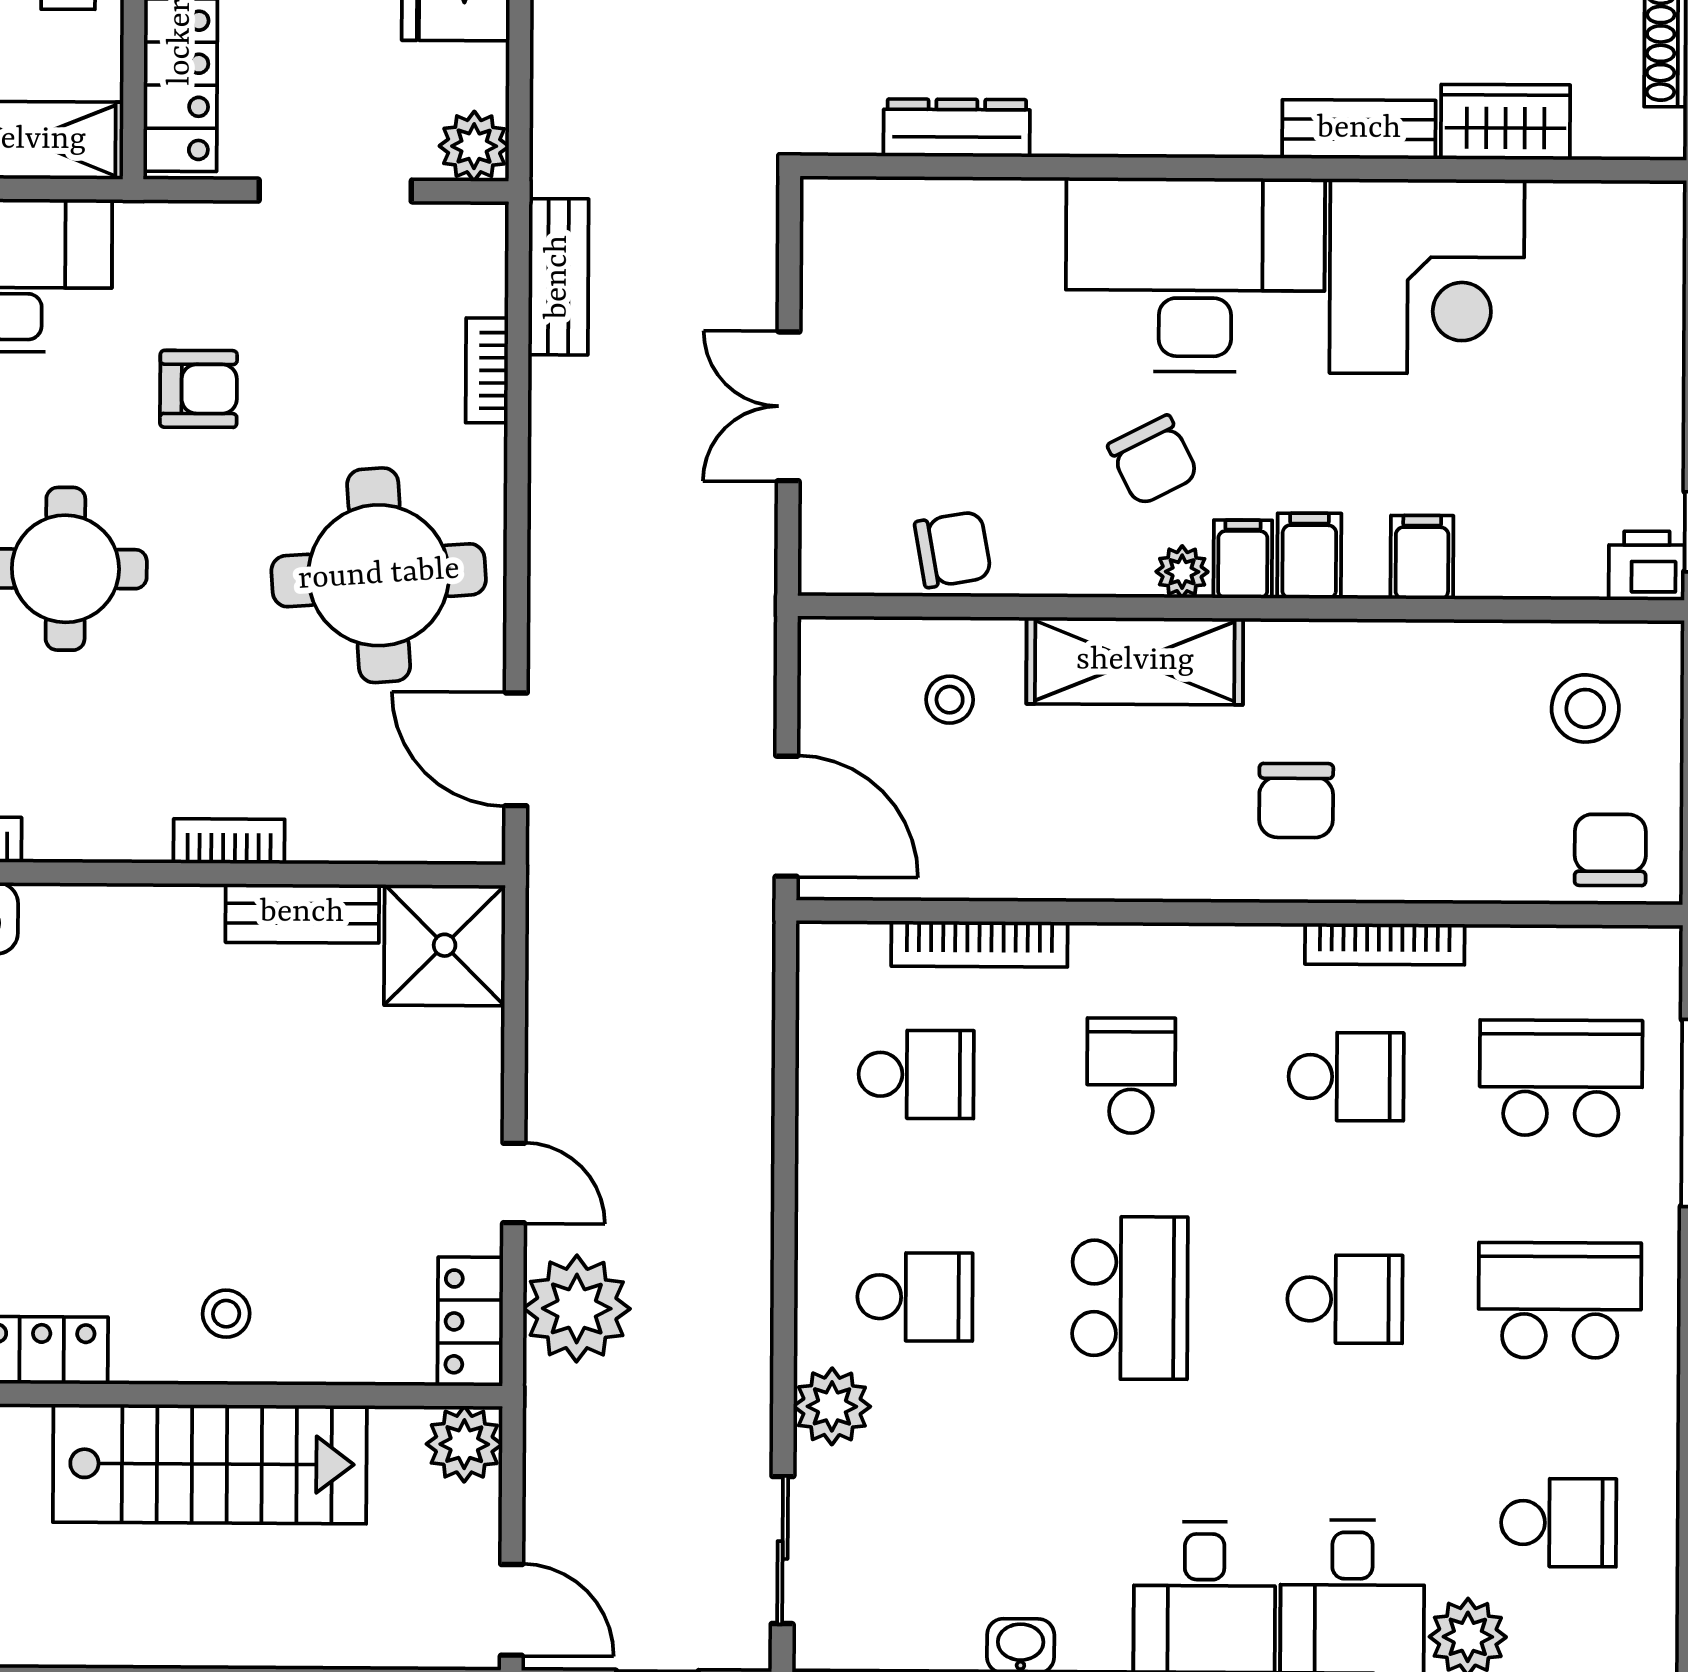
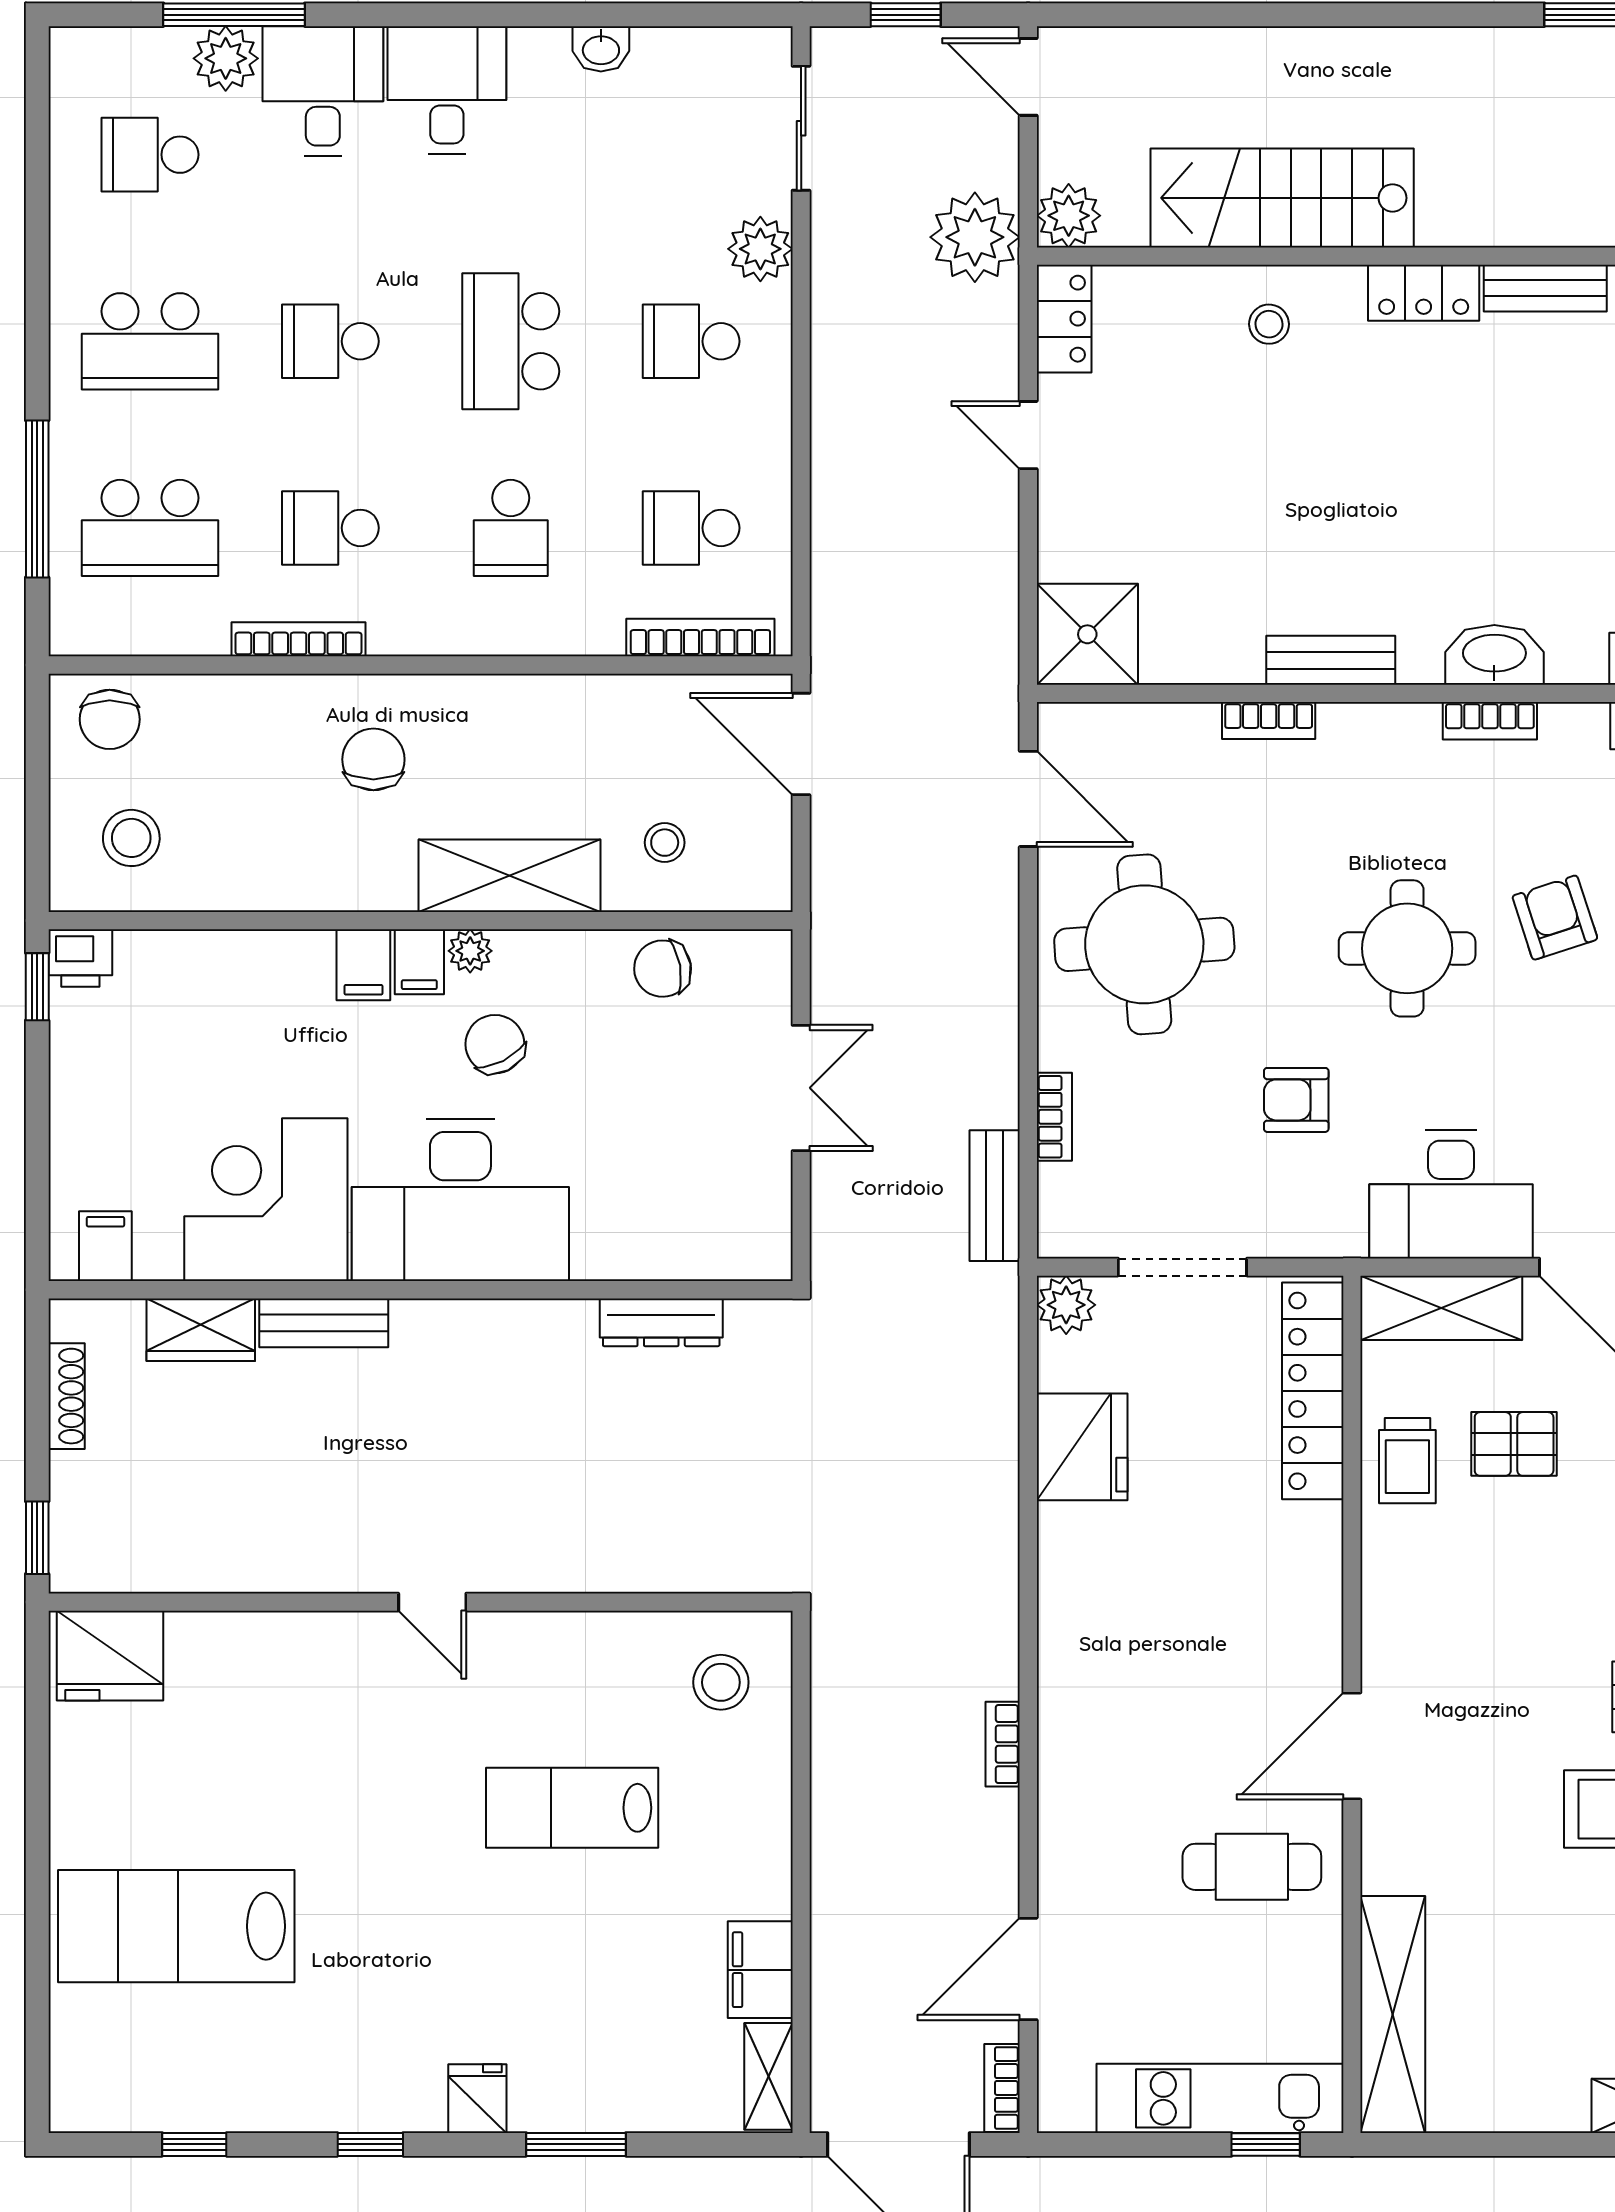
filing cabinet: (1422, 557) -> (105, 1246), moved, turned 180
bench: (302, 913) -> (1331, 660), moved
bookcase: (979, 944) -> (700, 638), moved
plant: (577, 1309) -> (975, 237), moved

